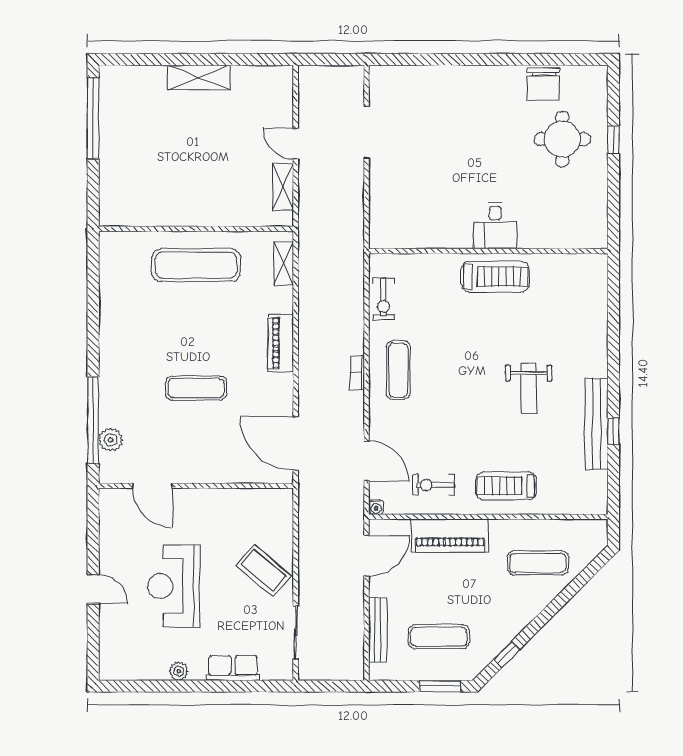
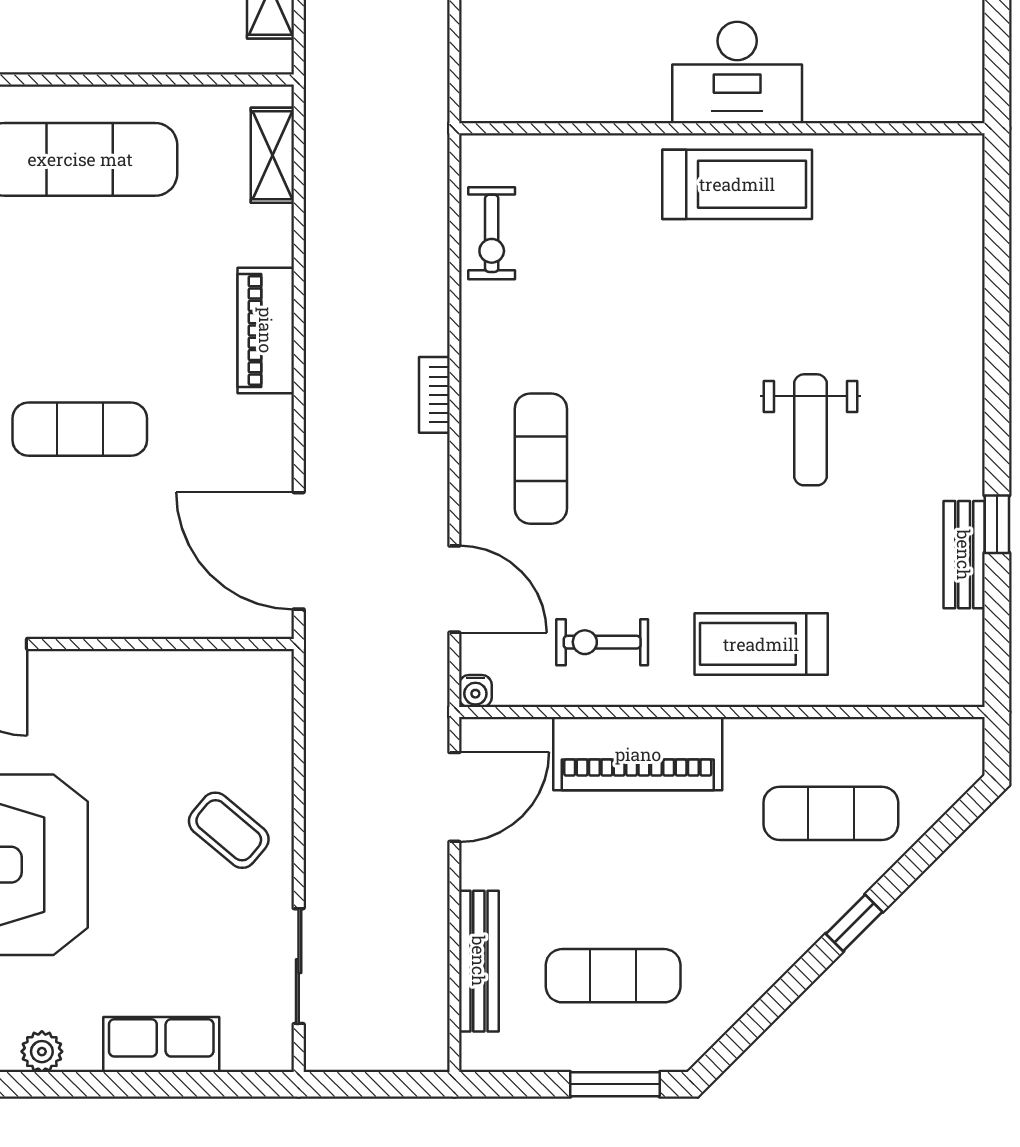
desk: (495, 226) -> (737, 72), width x1.37
exercise mat: (398, 370) -> (541, 459), moved
bench: (597, 424) -> (964, 555), width x0.54, depth x0.82
coffee table: (264, 571) -> (229, 830), width x0.73, depth x0.77
window: (507, 655) -> (854, 923), moved

